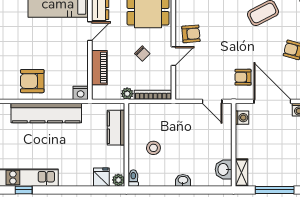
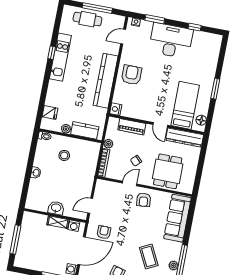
door: (173, 56) -> (130, 184), swing flipped
washbasin: (224, 169) -> (56, 208), moved
shelving: (241, 173) -> (58, 222), moved
plant: (118, 180) -> (66, 129), moved

